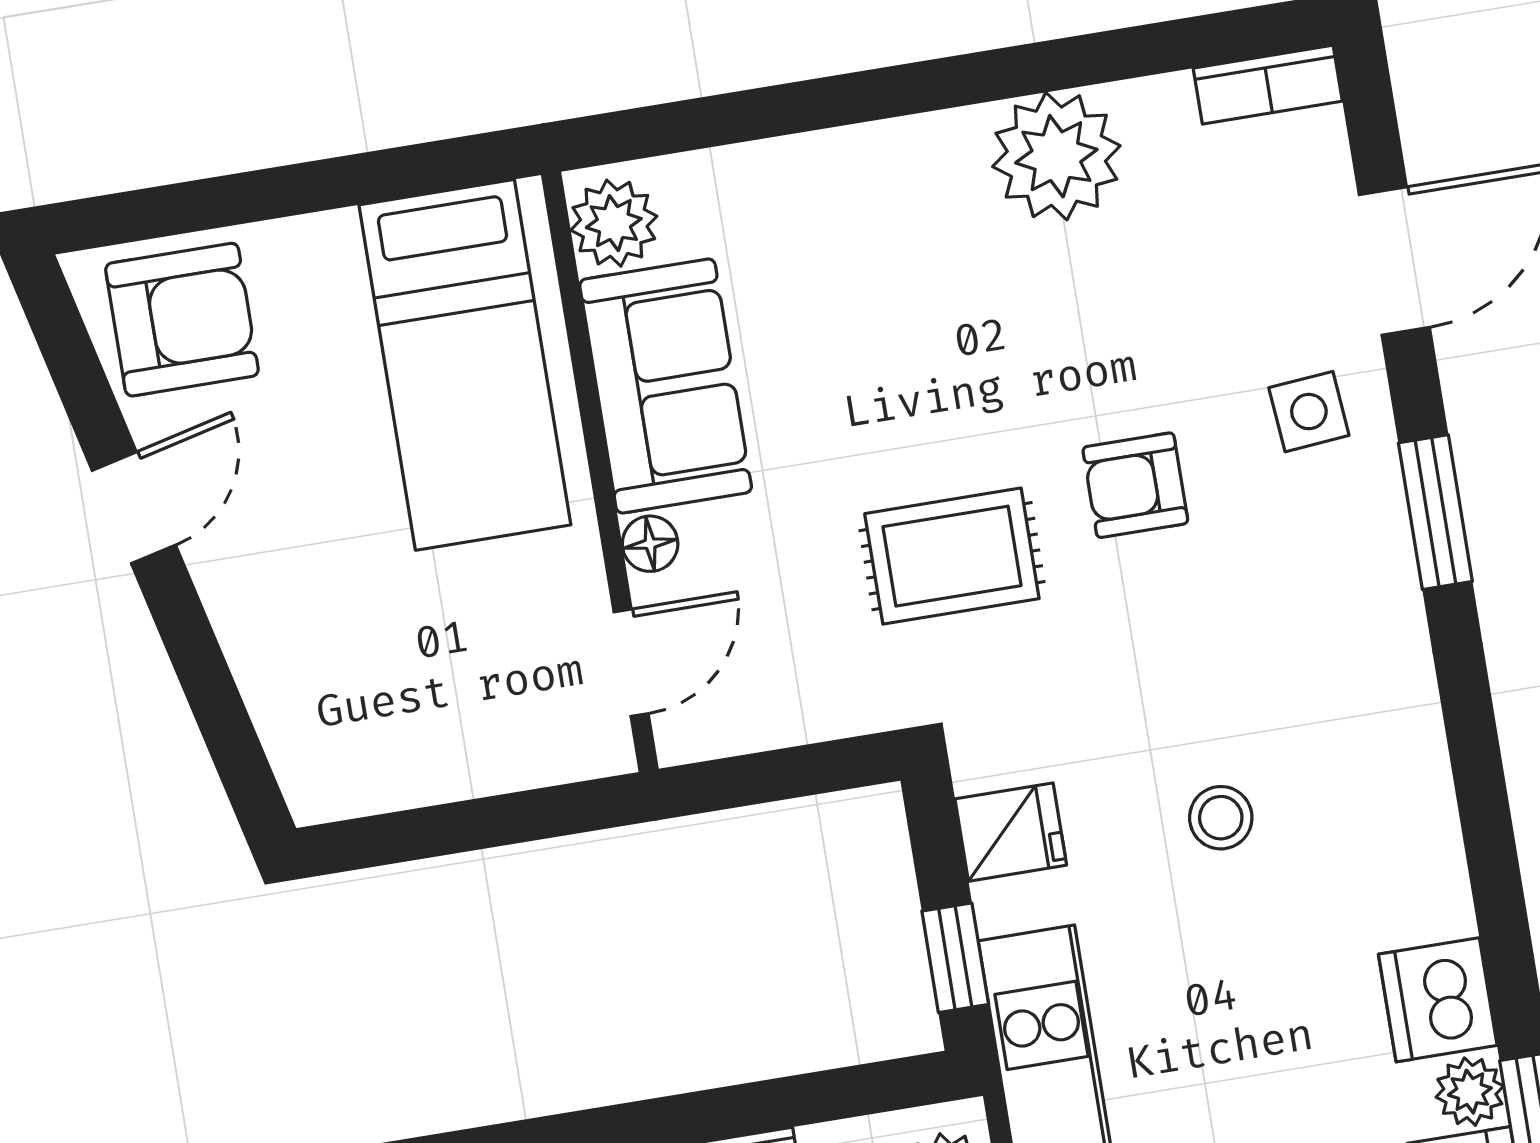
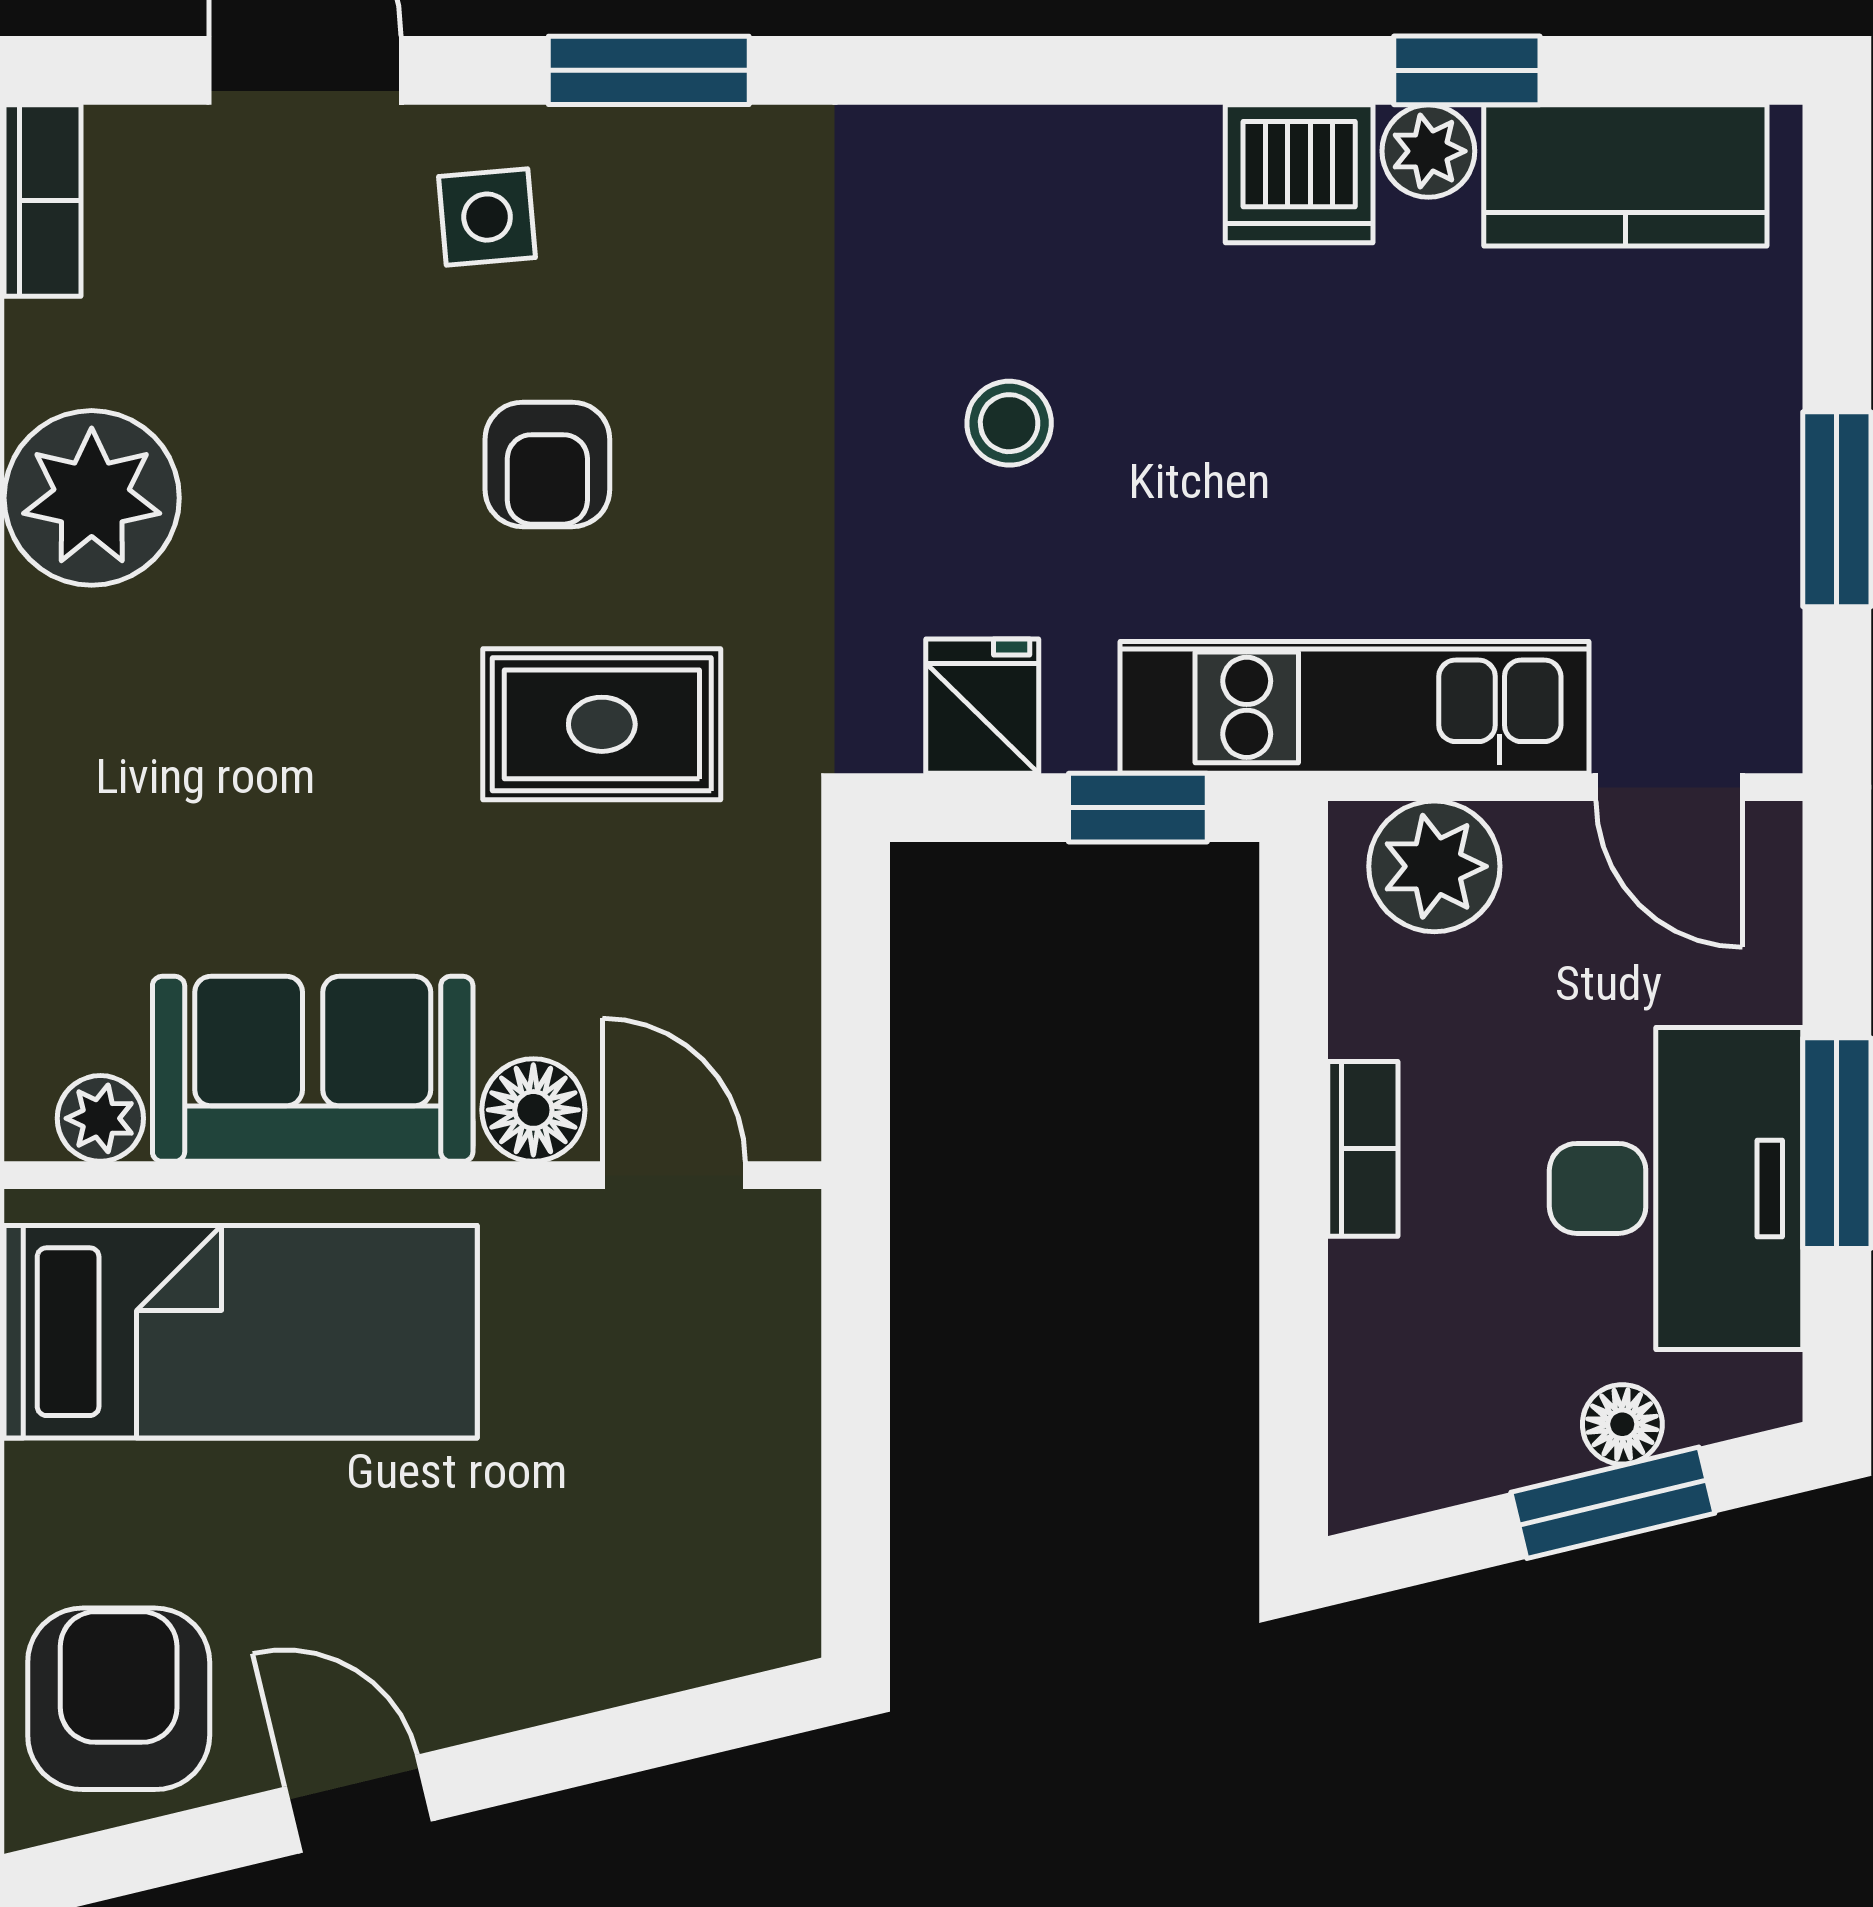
plant: (614, 223) -> (100, 1118), width x0.73, depth x0.73
floor lamp: (650, 544) -> (533, 1110), width x1.37, depth x1.37
rug: (952, 556) -> (602, 724), turned 90

